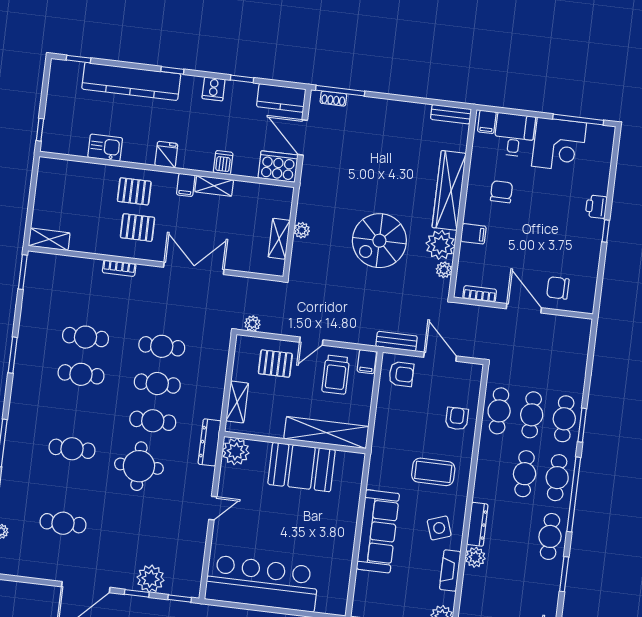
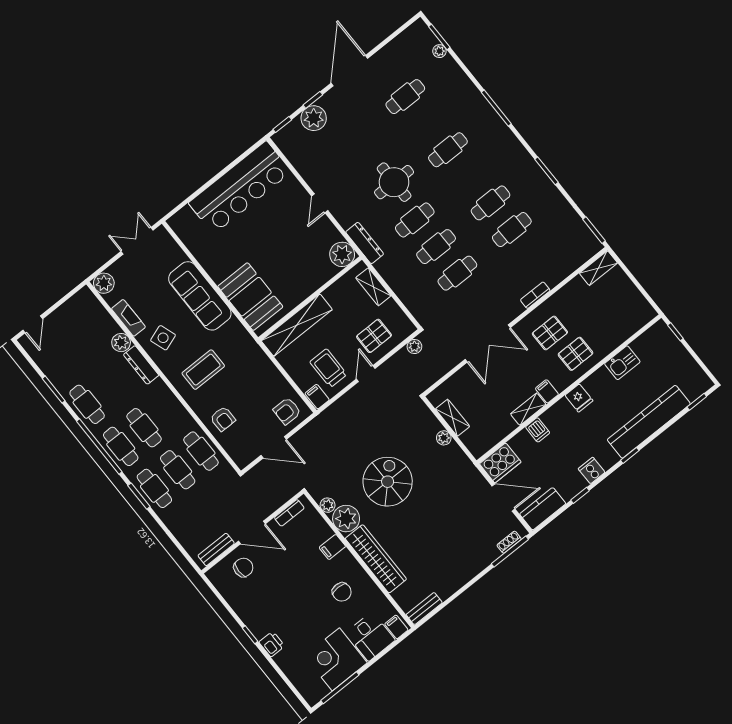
bench: (397, 341) -> (216, 549), moved
booth: (302, 467) -> (250, 297), moved, turned 90

